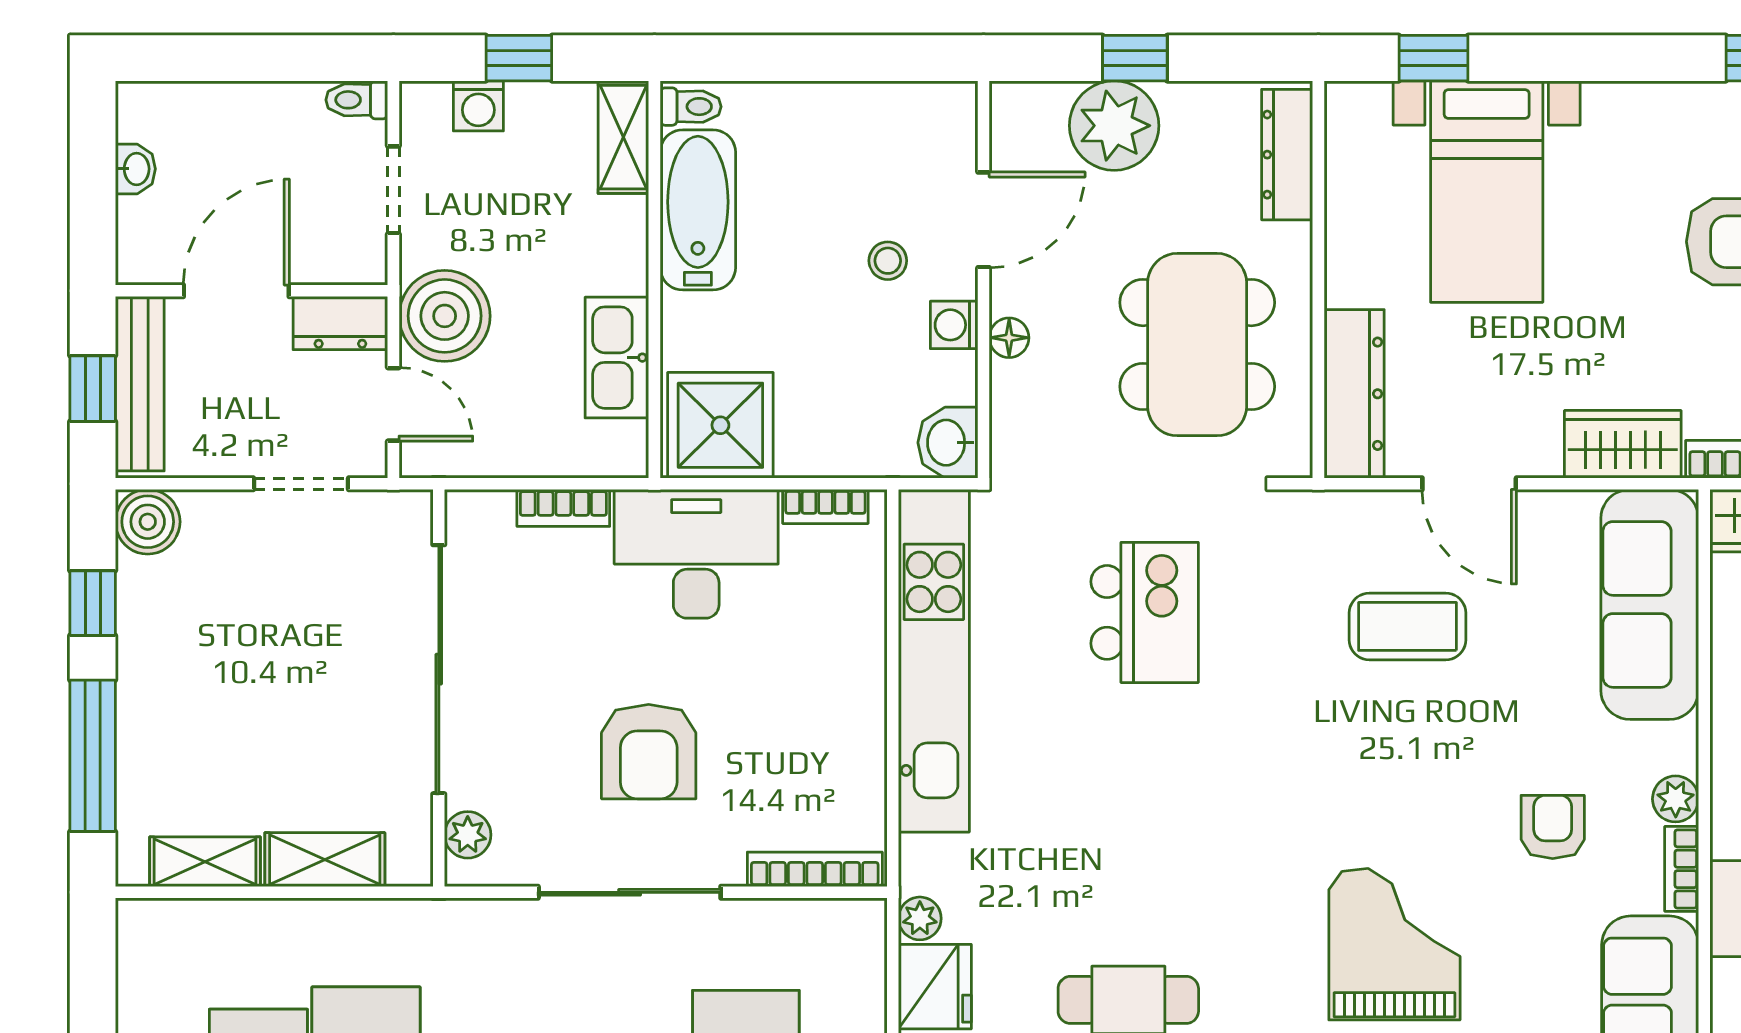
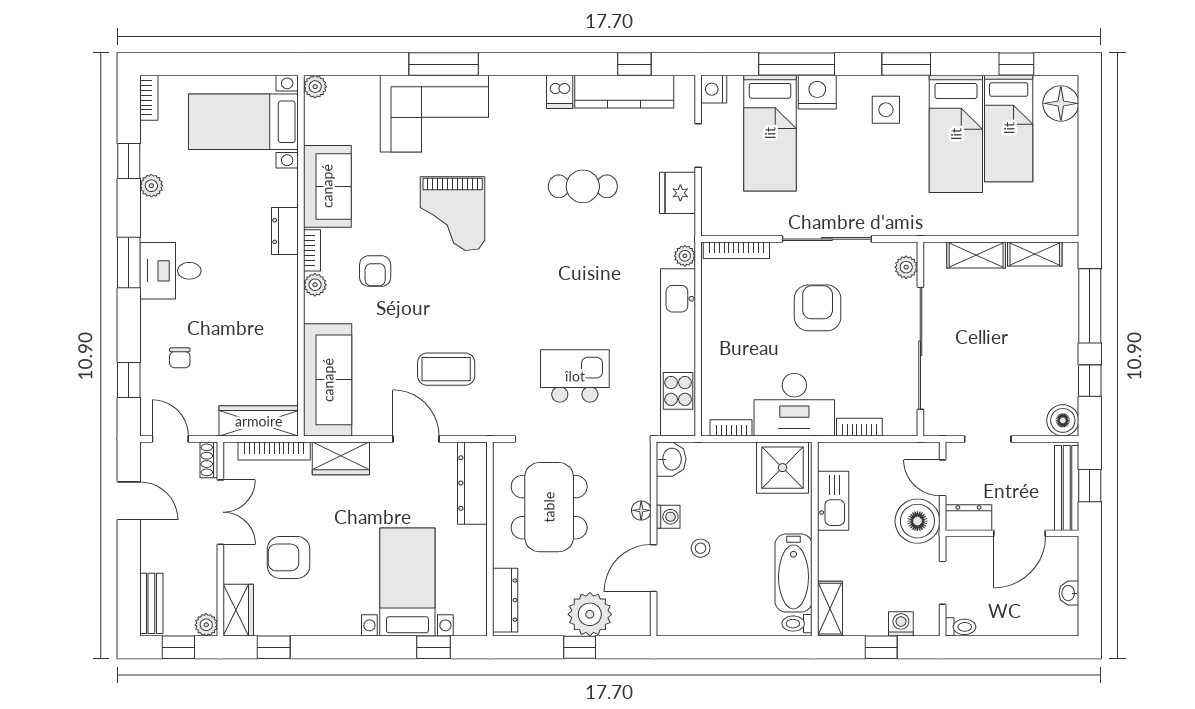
kitchen island: (1145, 612) -> (575, 376), turned 90
plant: (920, 918) -> (685, 256), moved

